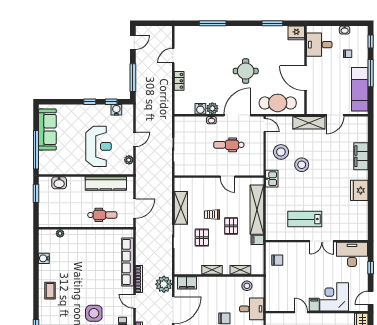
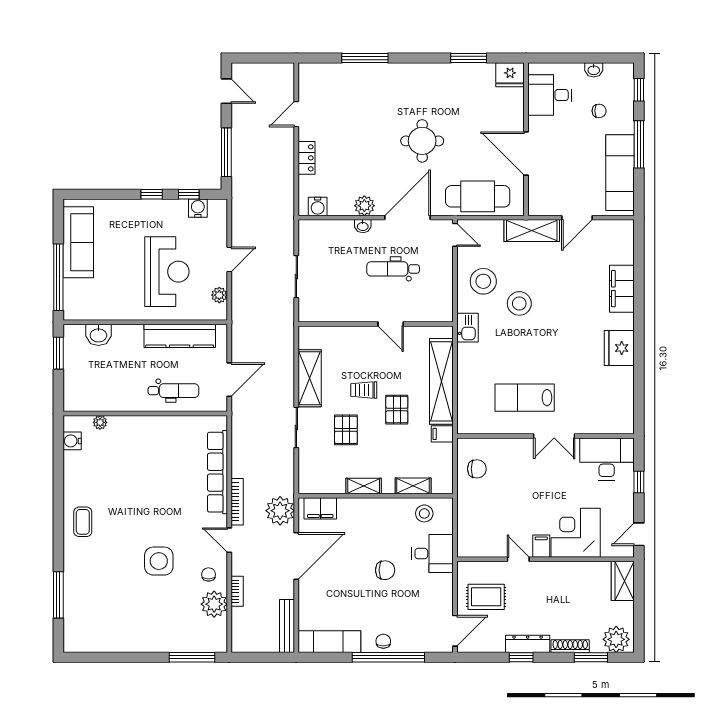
door: (133, 42) -> (226, 91), hinge flipped
water cooler: (200, 109) -> (318, 206), moved
water cooler: (44, 258) -> (72, 441), moved

